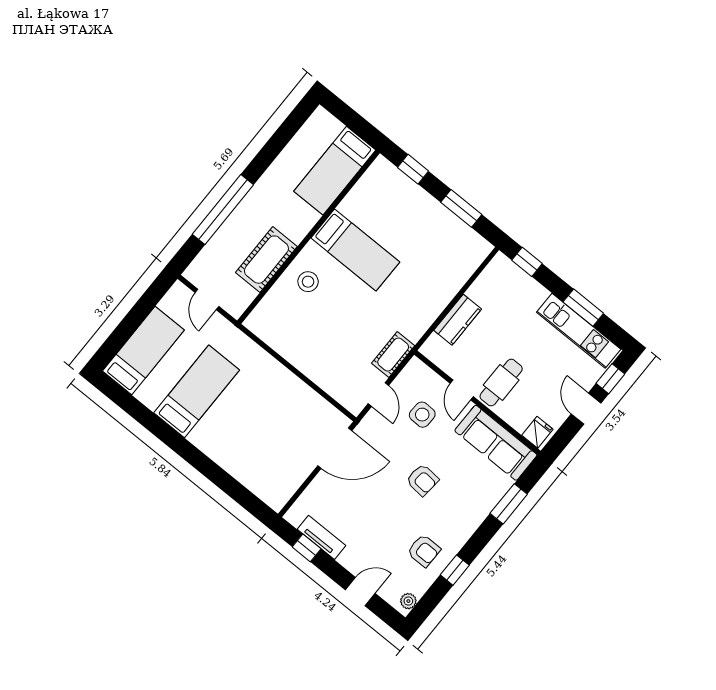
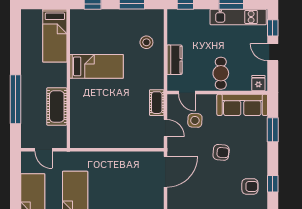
stool: (308, 282) -> (146, 42), moved
door: (462, 390) -> (187, 93), moved

